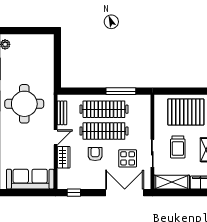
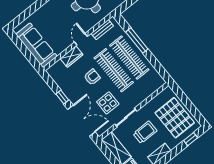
window: (121, 91) -> (137, 41), moved
door: (56, 137) -> (81, 39), swing flipped
trolley: (178, 147) -> (145, 132), turned 180
window: (74, 193) -> (62, 97), moved

